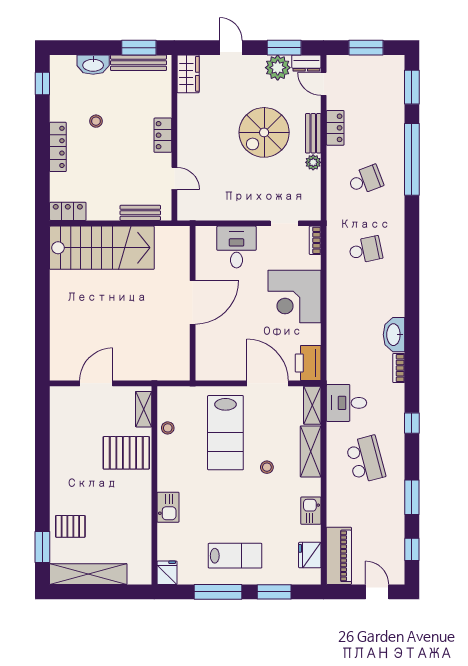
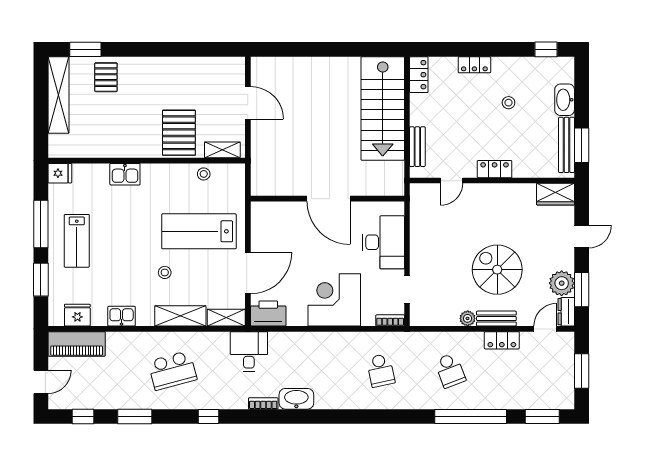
locker: (58, 147) -> (474, 65), width x0.66
desk: (237, 247) -> (383, 242), width x1.37
desk: (346, 403) -> (249, 351), moved

